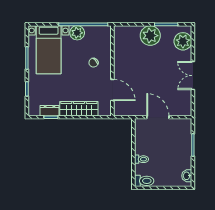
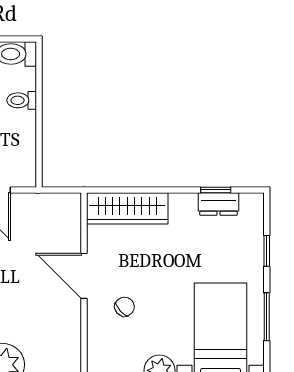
door: (112, 90) -> (84, 276), moved
wardrobe: (79, 109) -> (127, 208), moved

